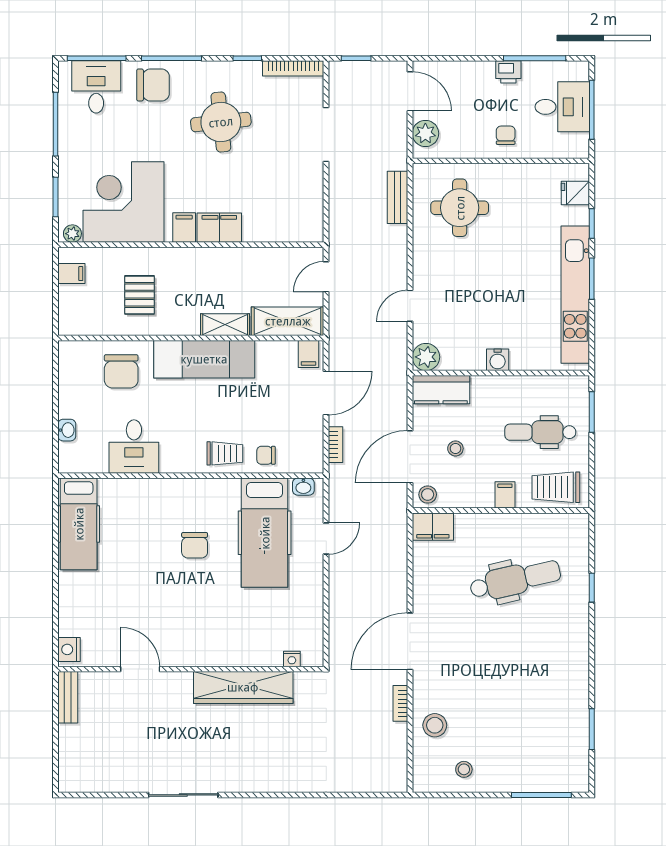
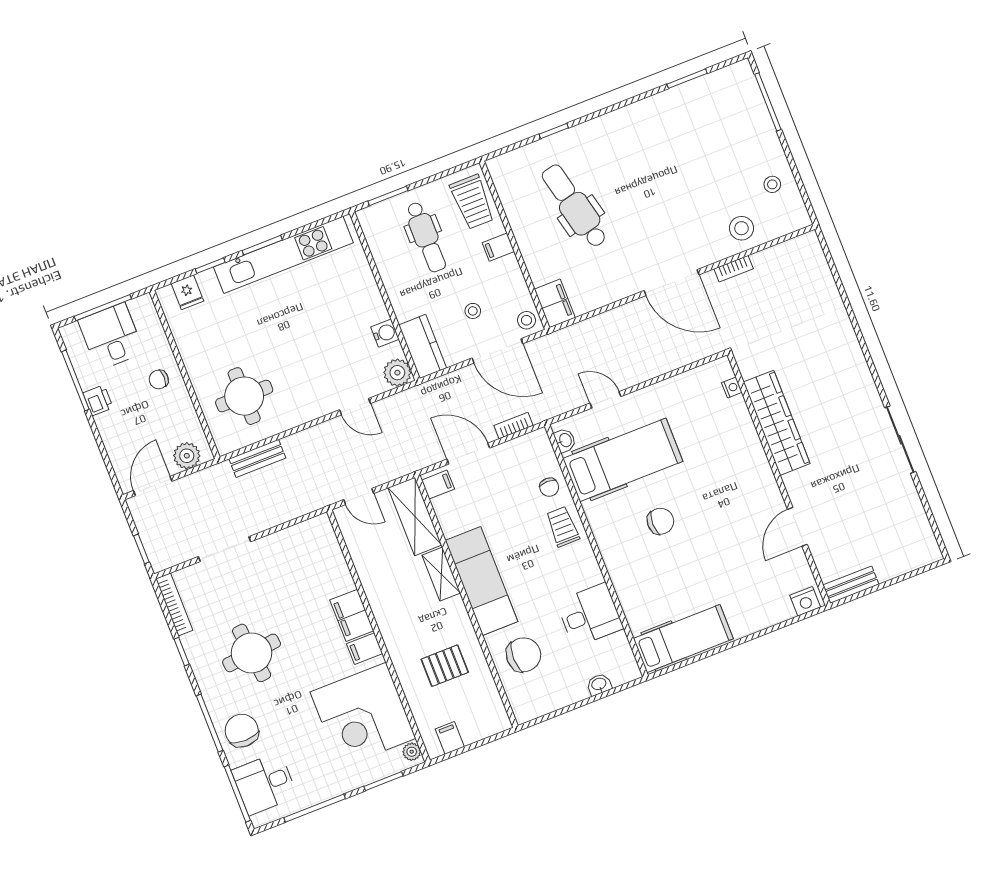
water cooler: (498, 360) -> (385, 333), moved

